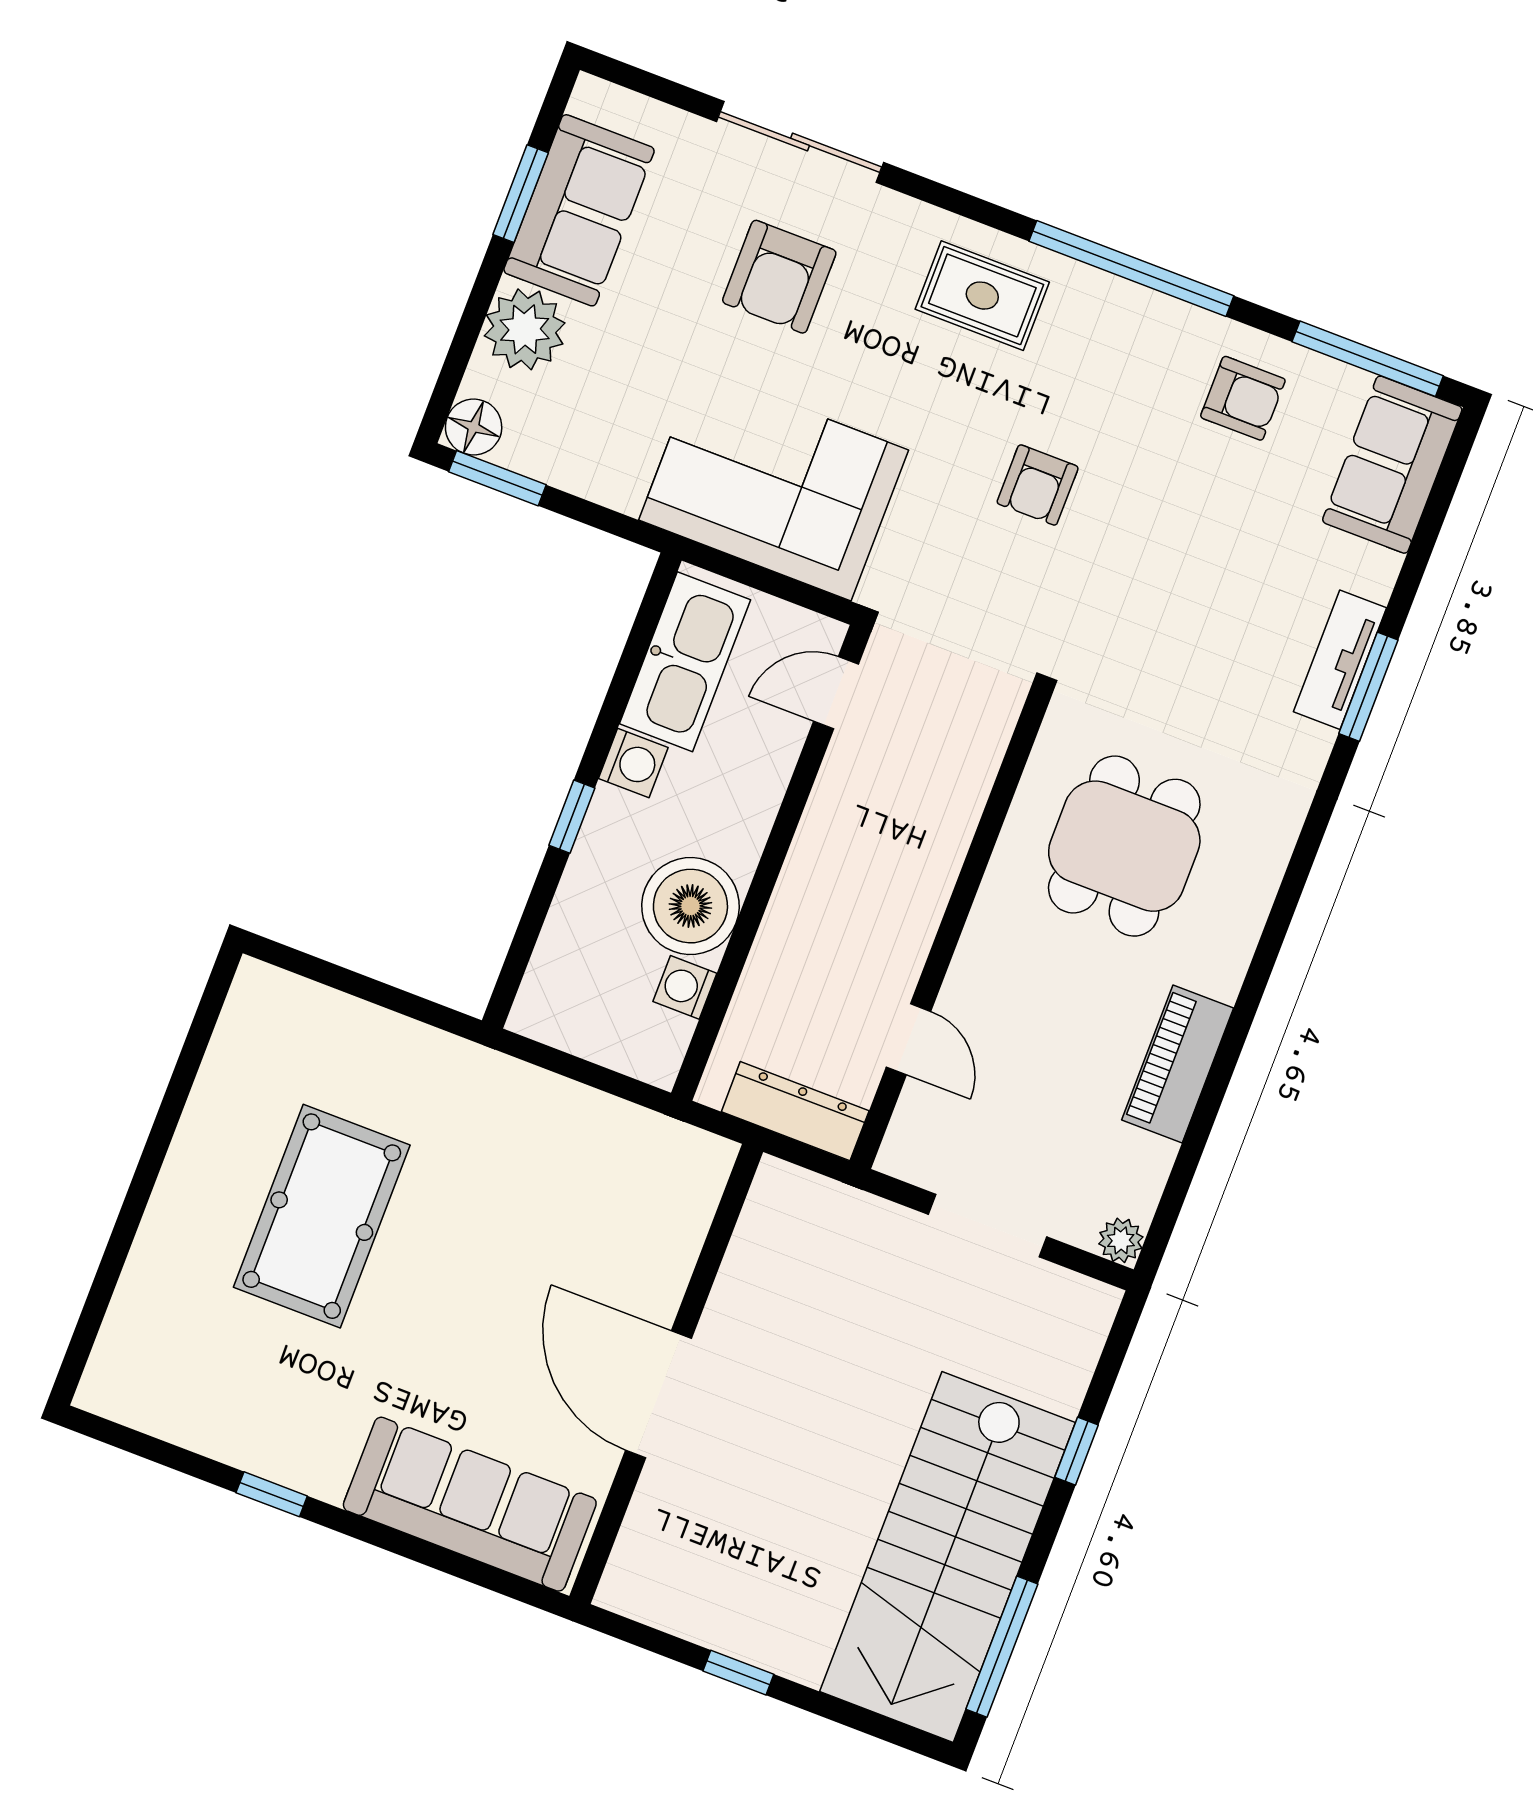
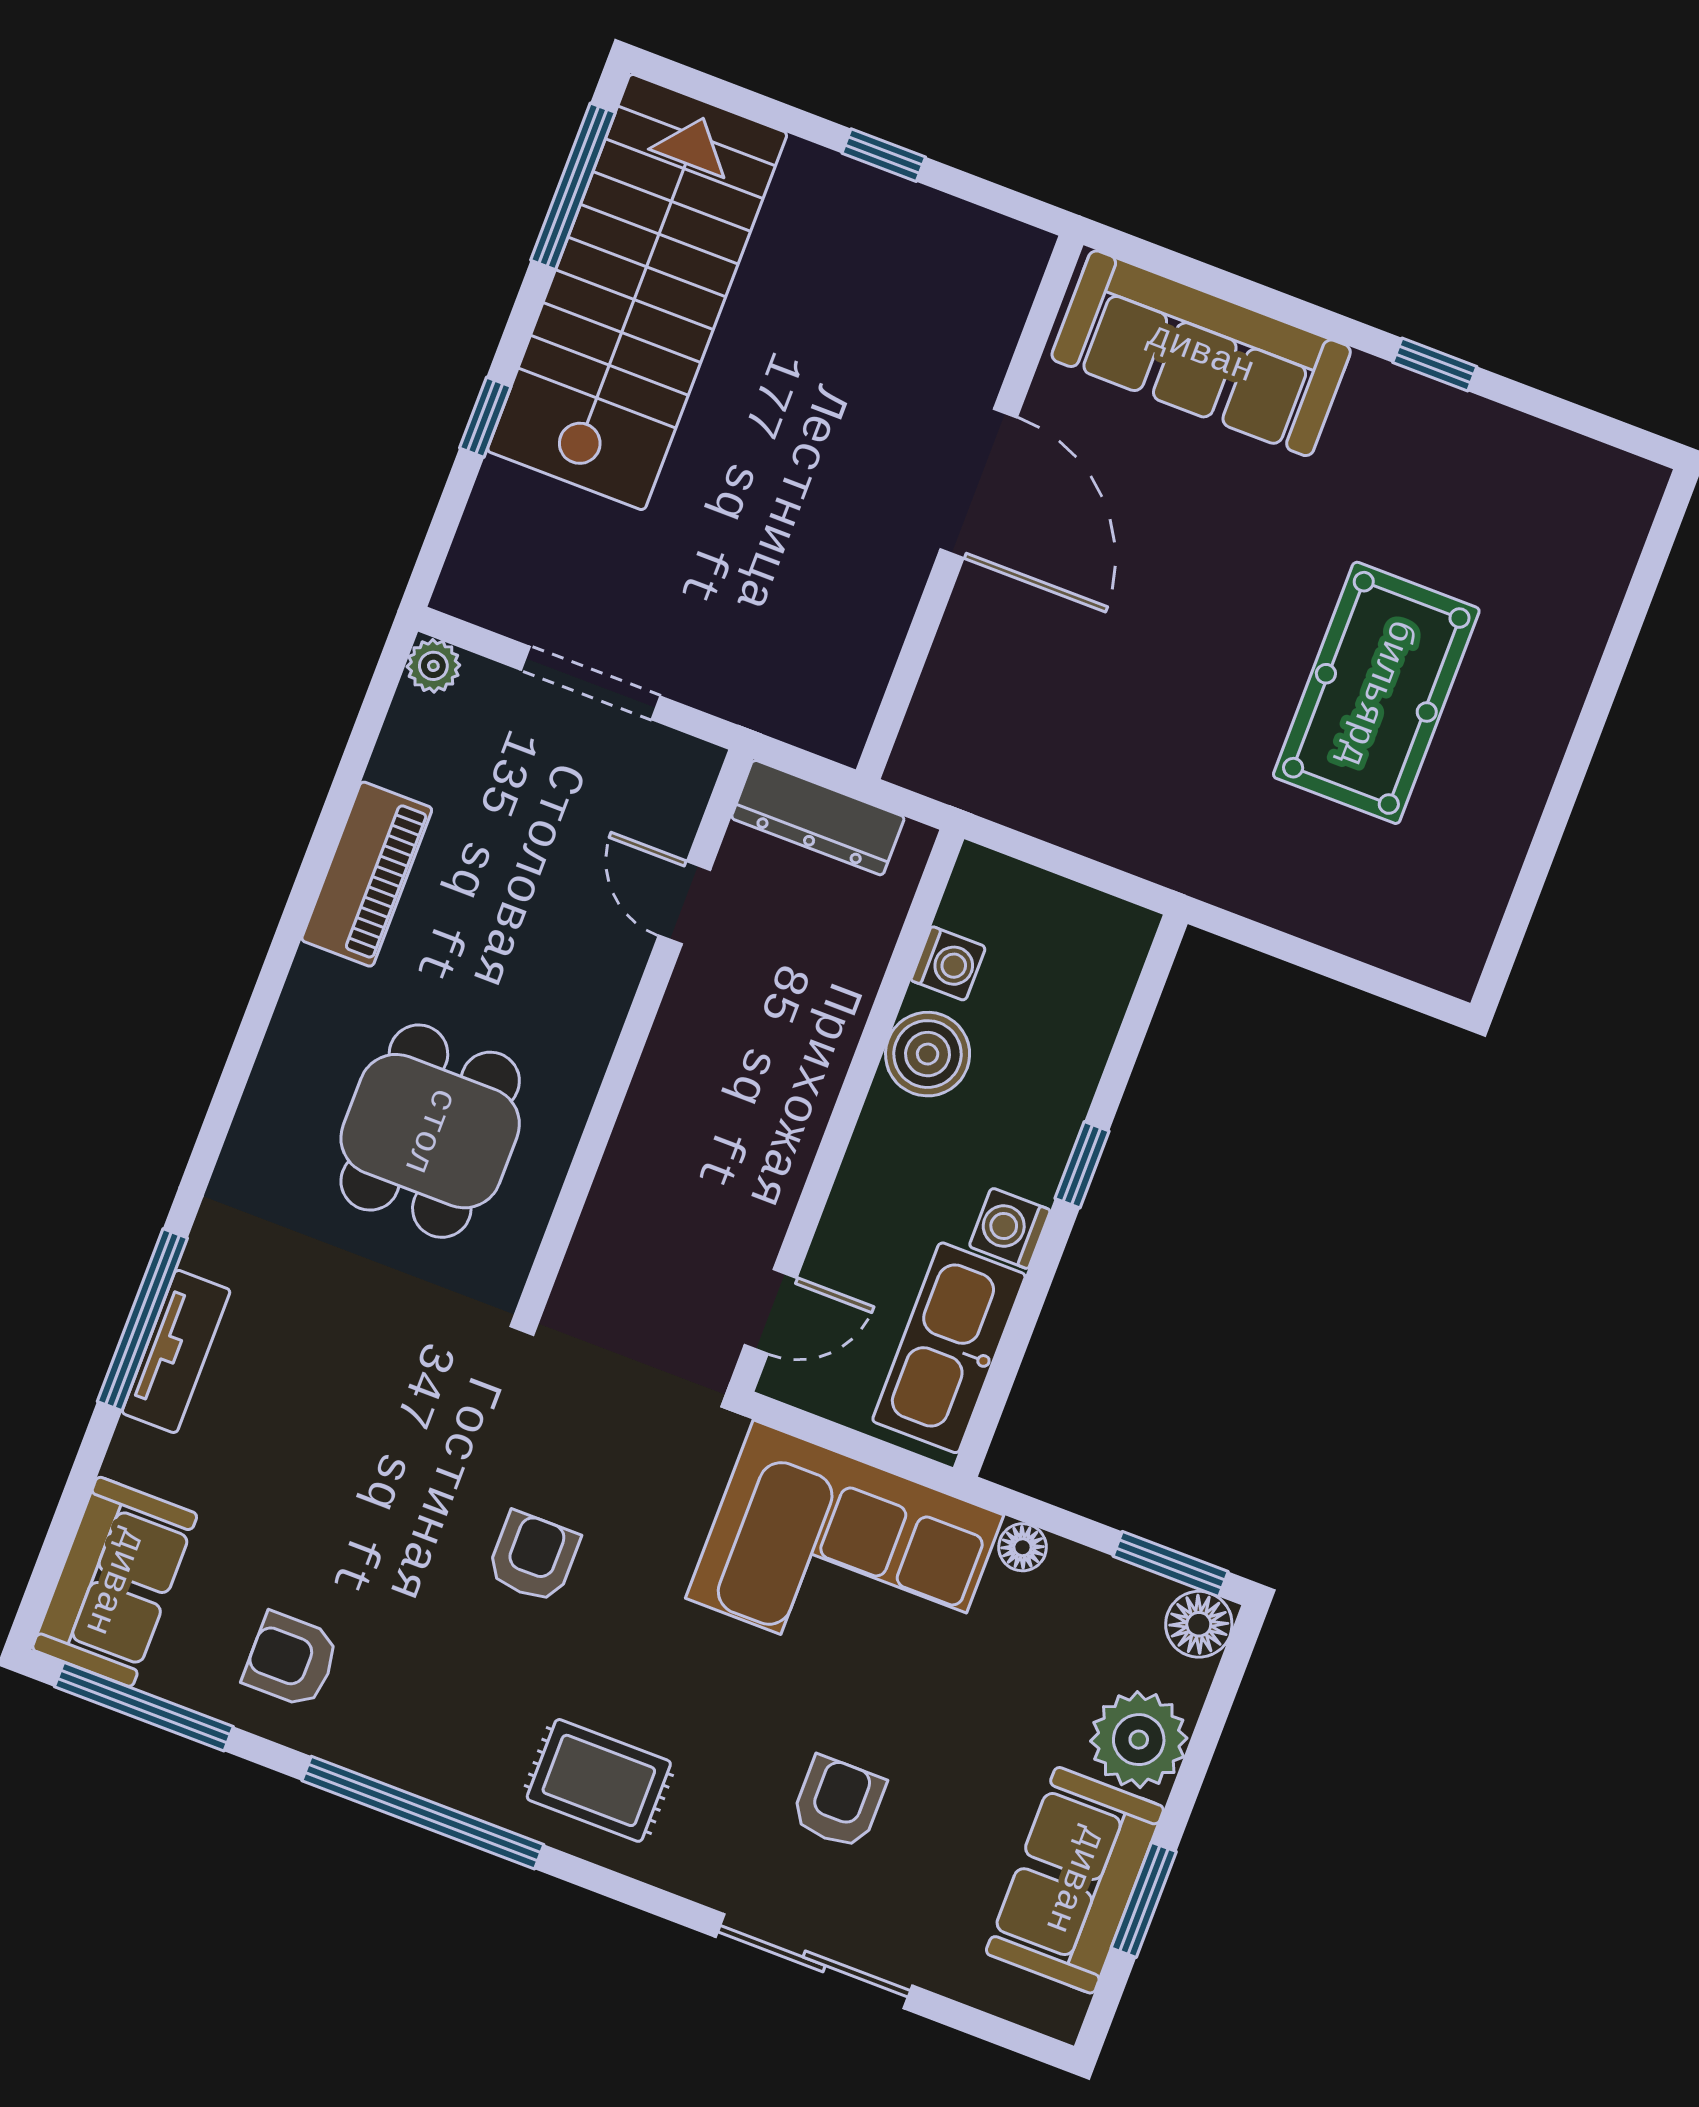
armchair: (779, 277) -> (838, 1802), width x0.72, depth x0.72
floor lamp: (623, 493) -> (1023, 1547), added
window: (1368, 687) -> (142, 1320), width x1.44
boiler: (690, 906) -> (928, 1054), width x0.73, depth x0.73

